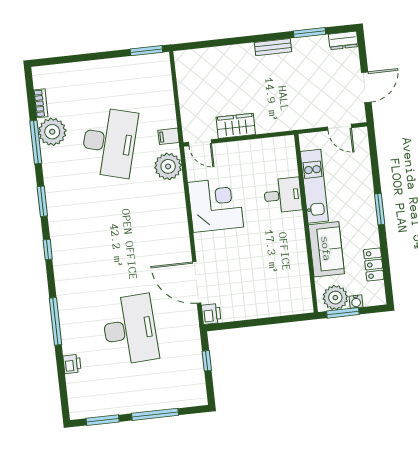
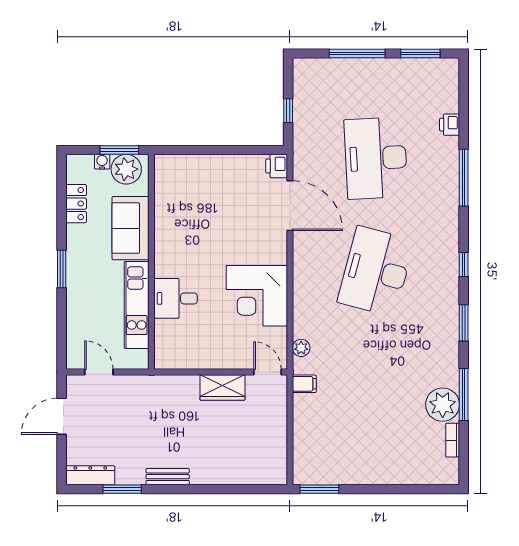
dresser: (343, 40) -> (90, 475), width x1.44
desk: (109, 142) -> (376, 271), moved
plant: (168, 166) -> (301, 348), width x0.53, depth x0.53

